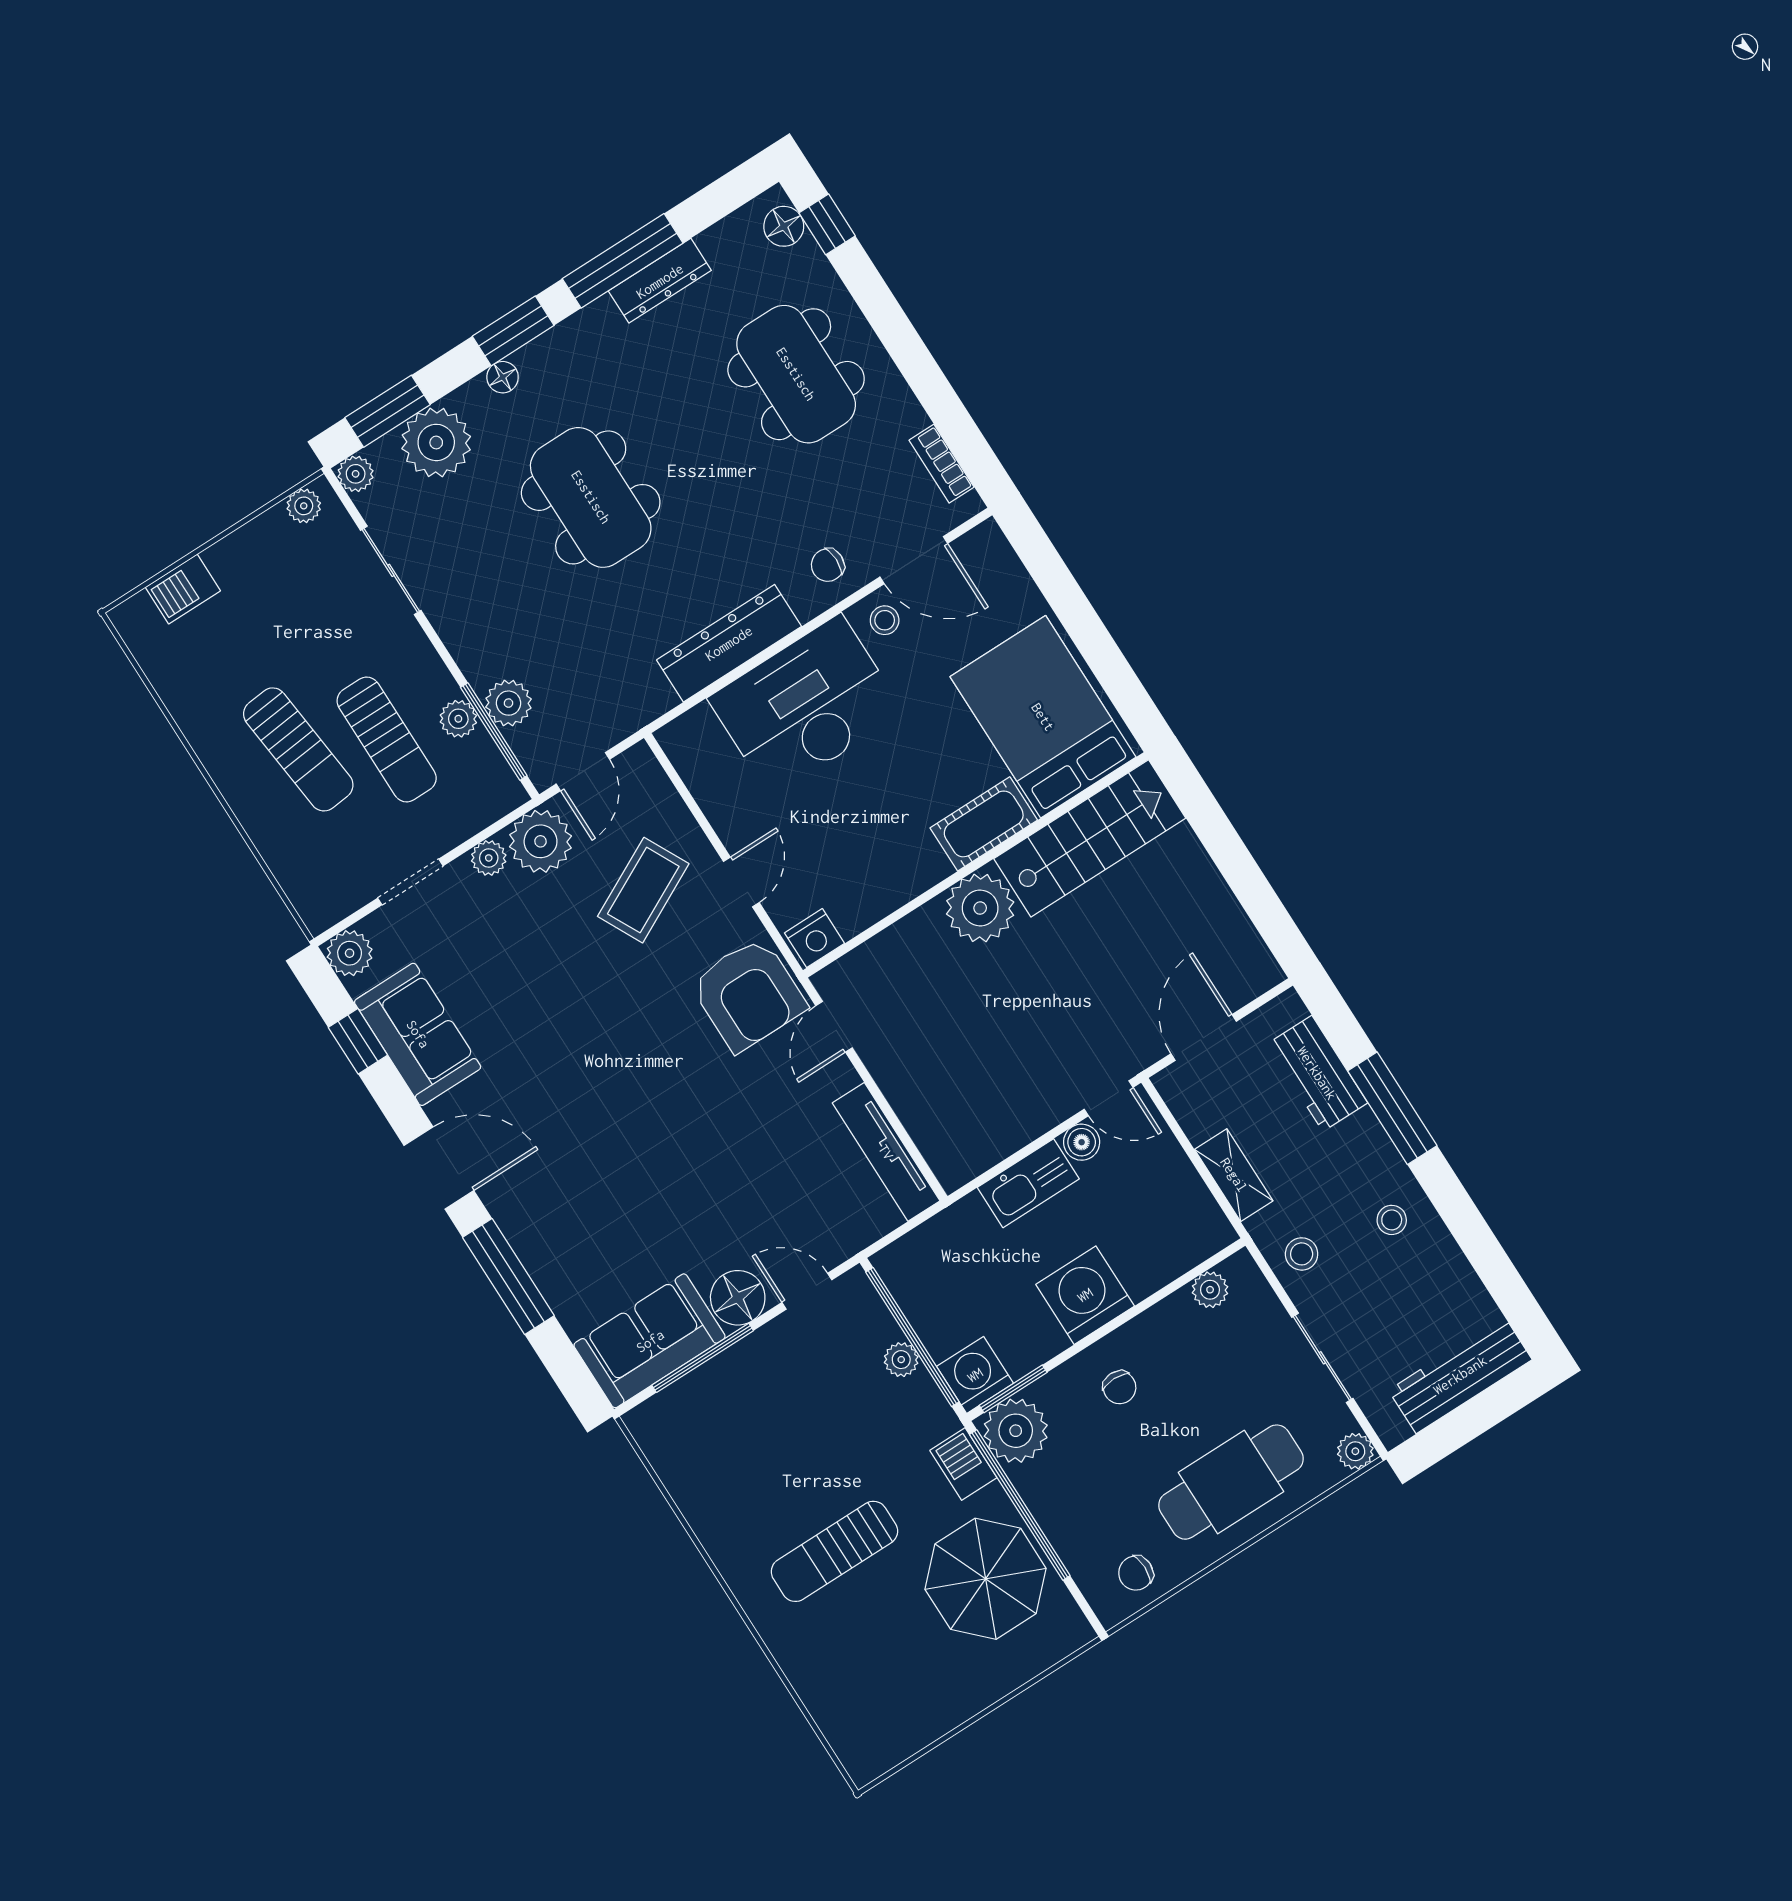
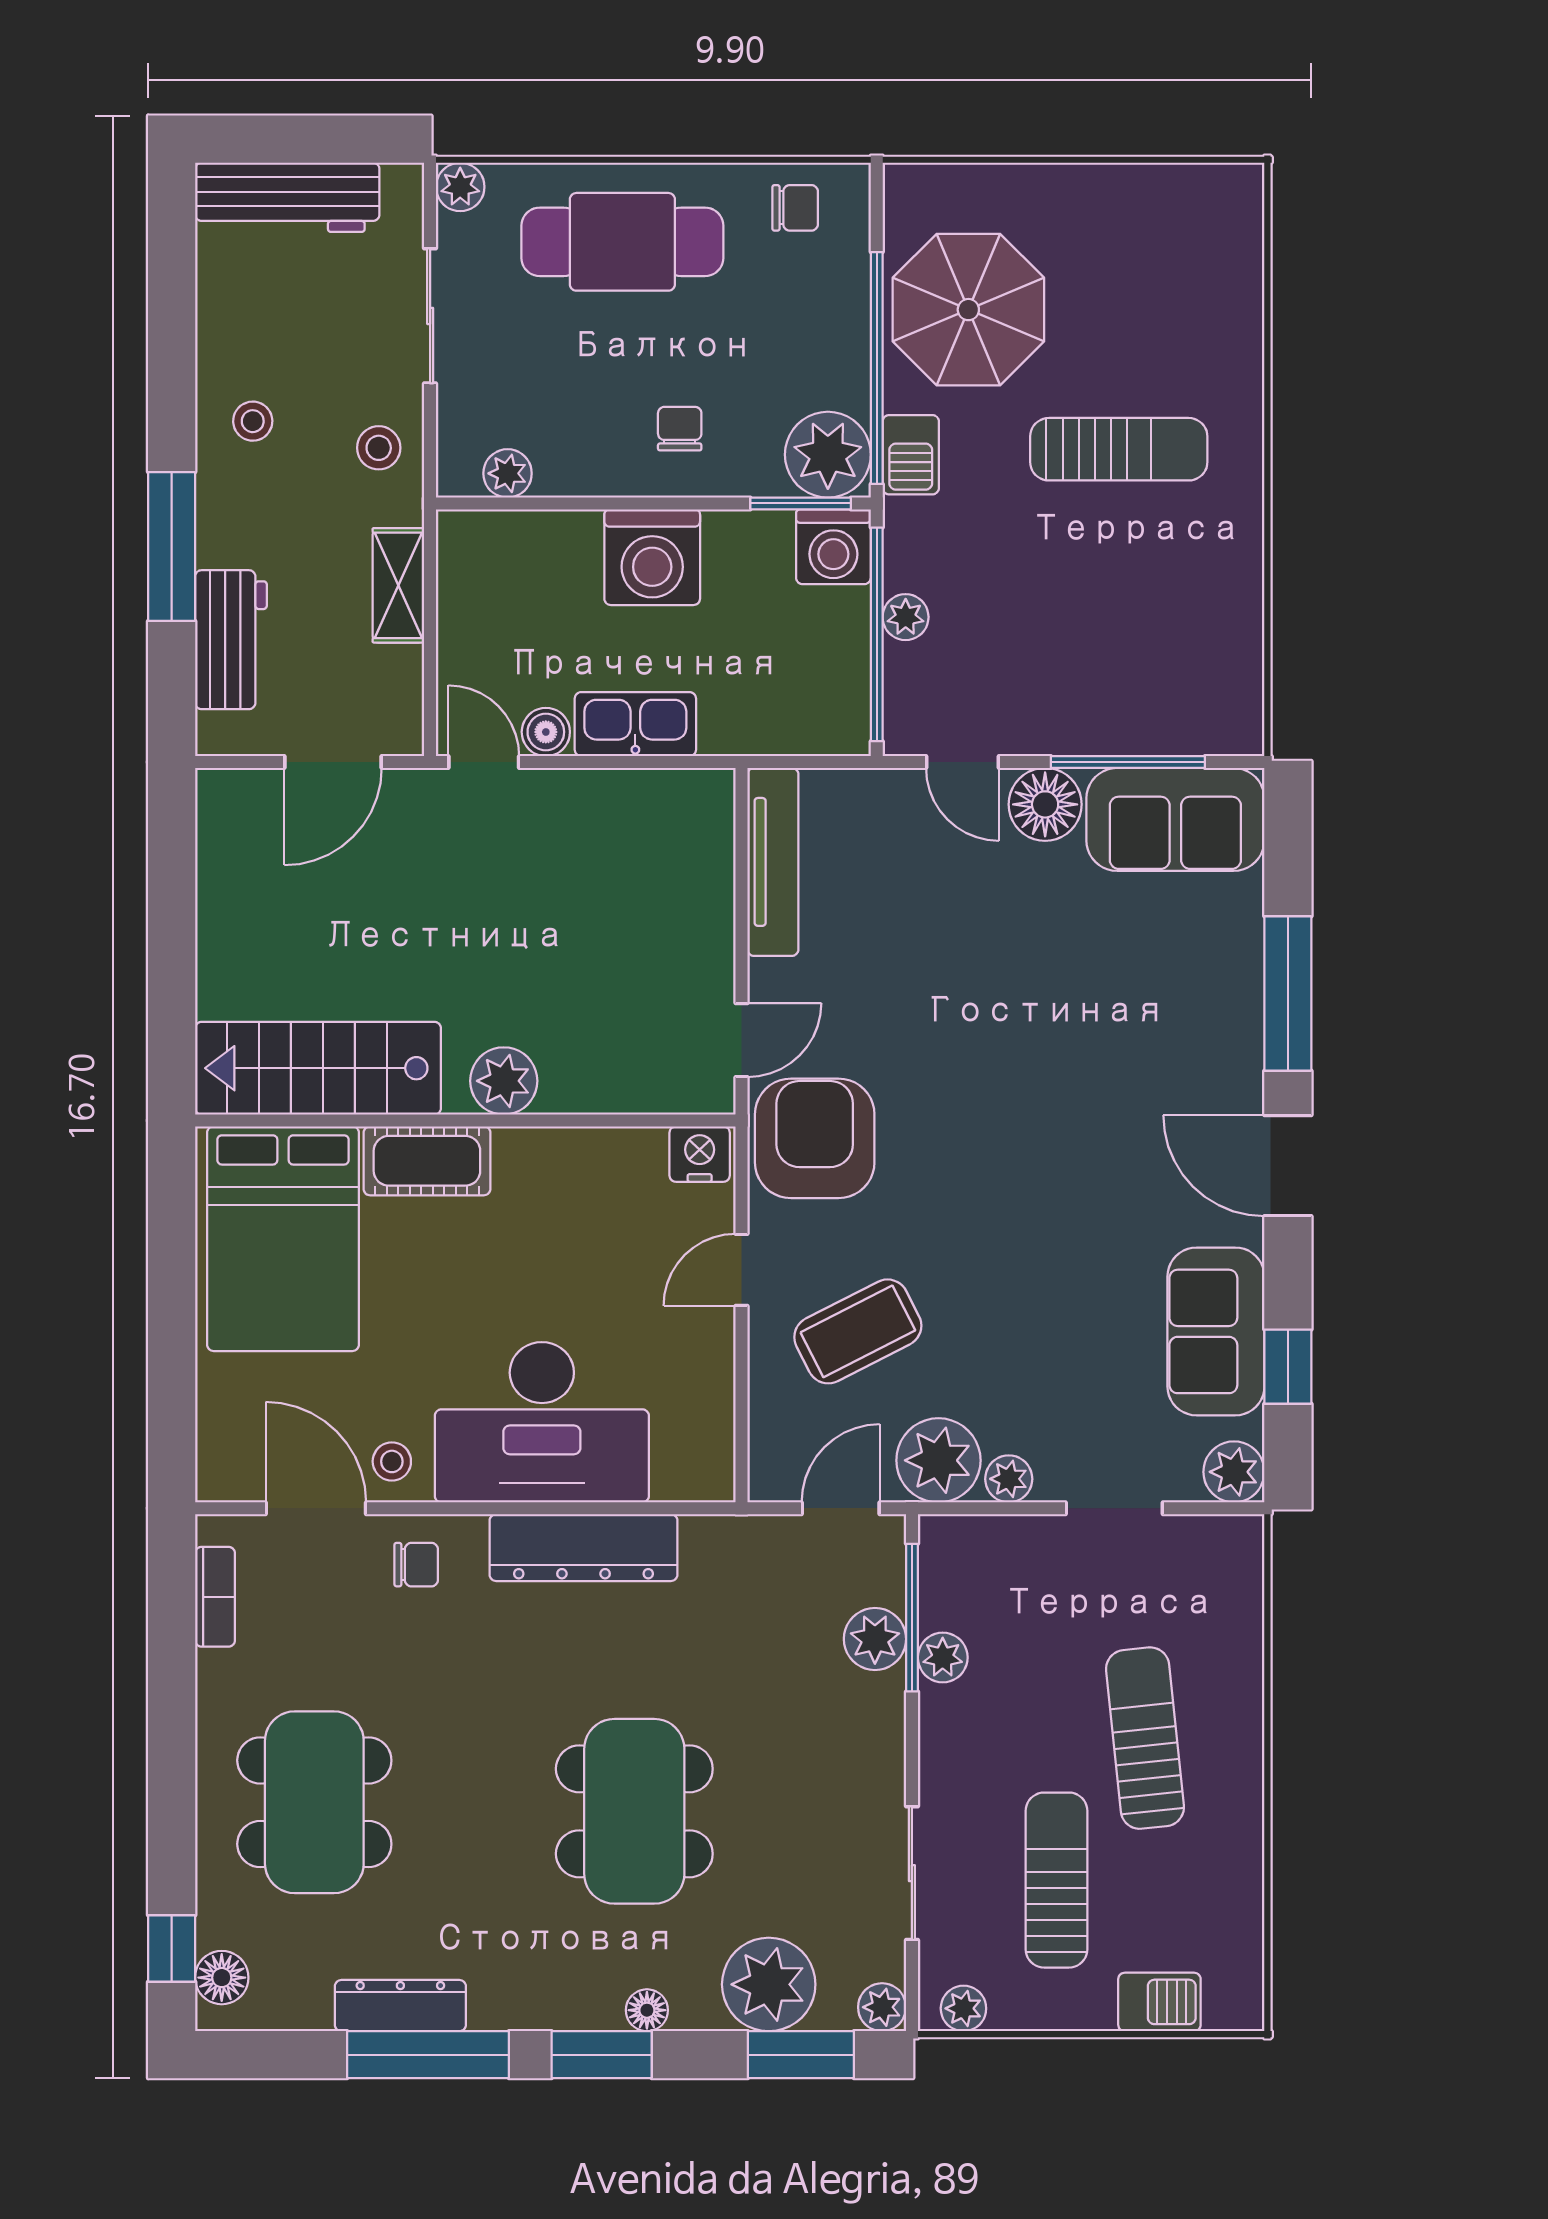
sun lounger: (387, 740) -> (1057, 1880), moved
plant: (980, 908) -> (504, 1081), width x0.73, depth x0.73

